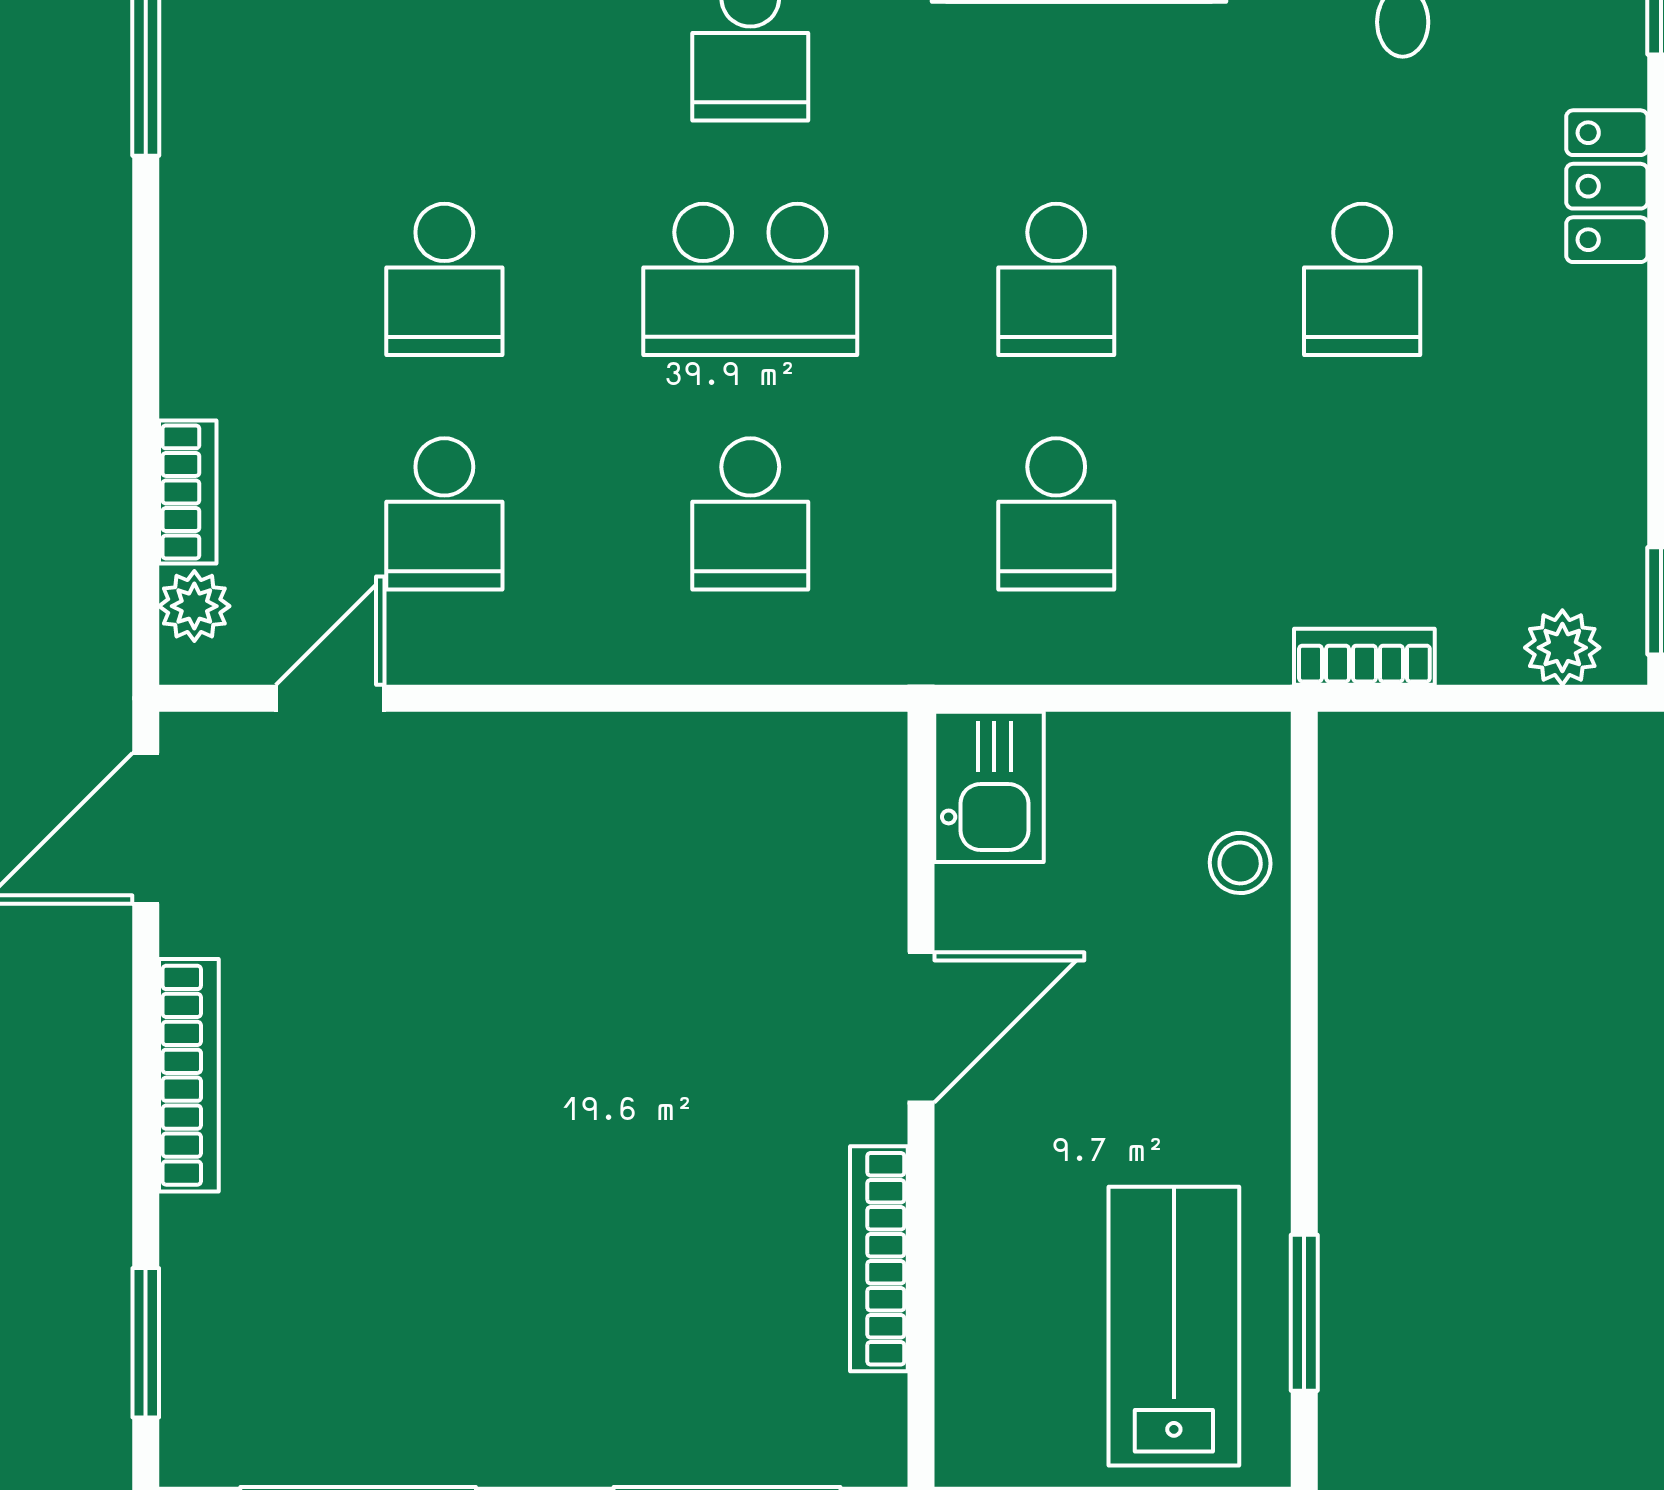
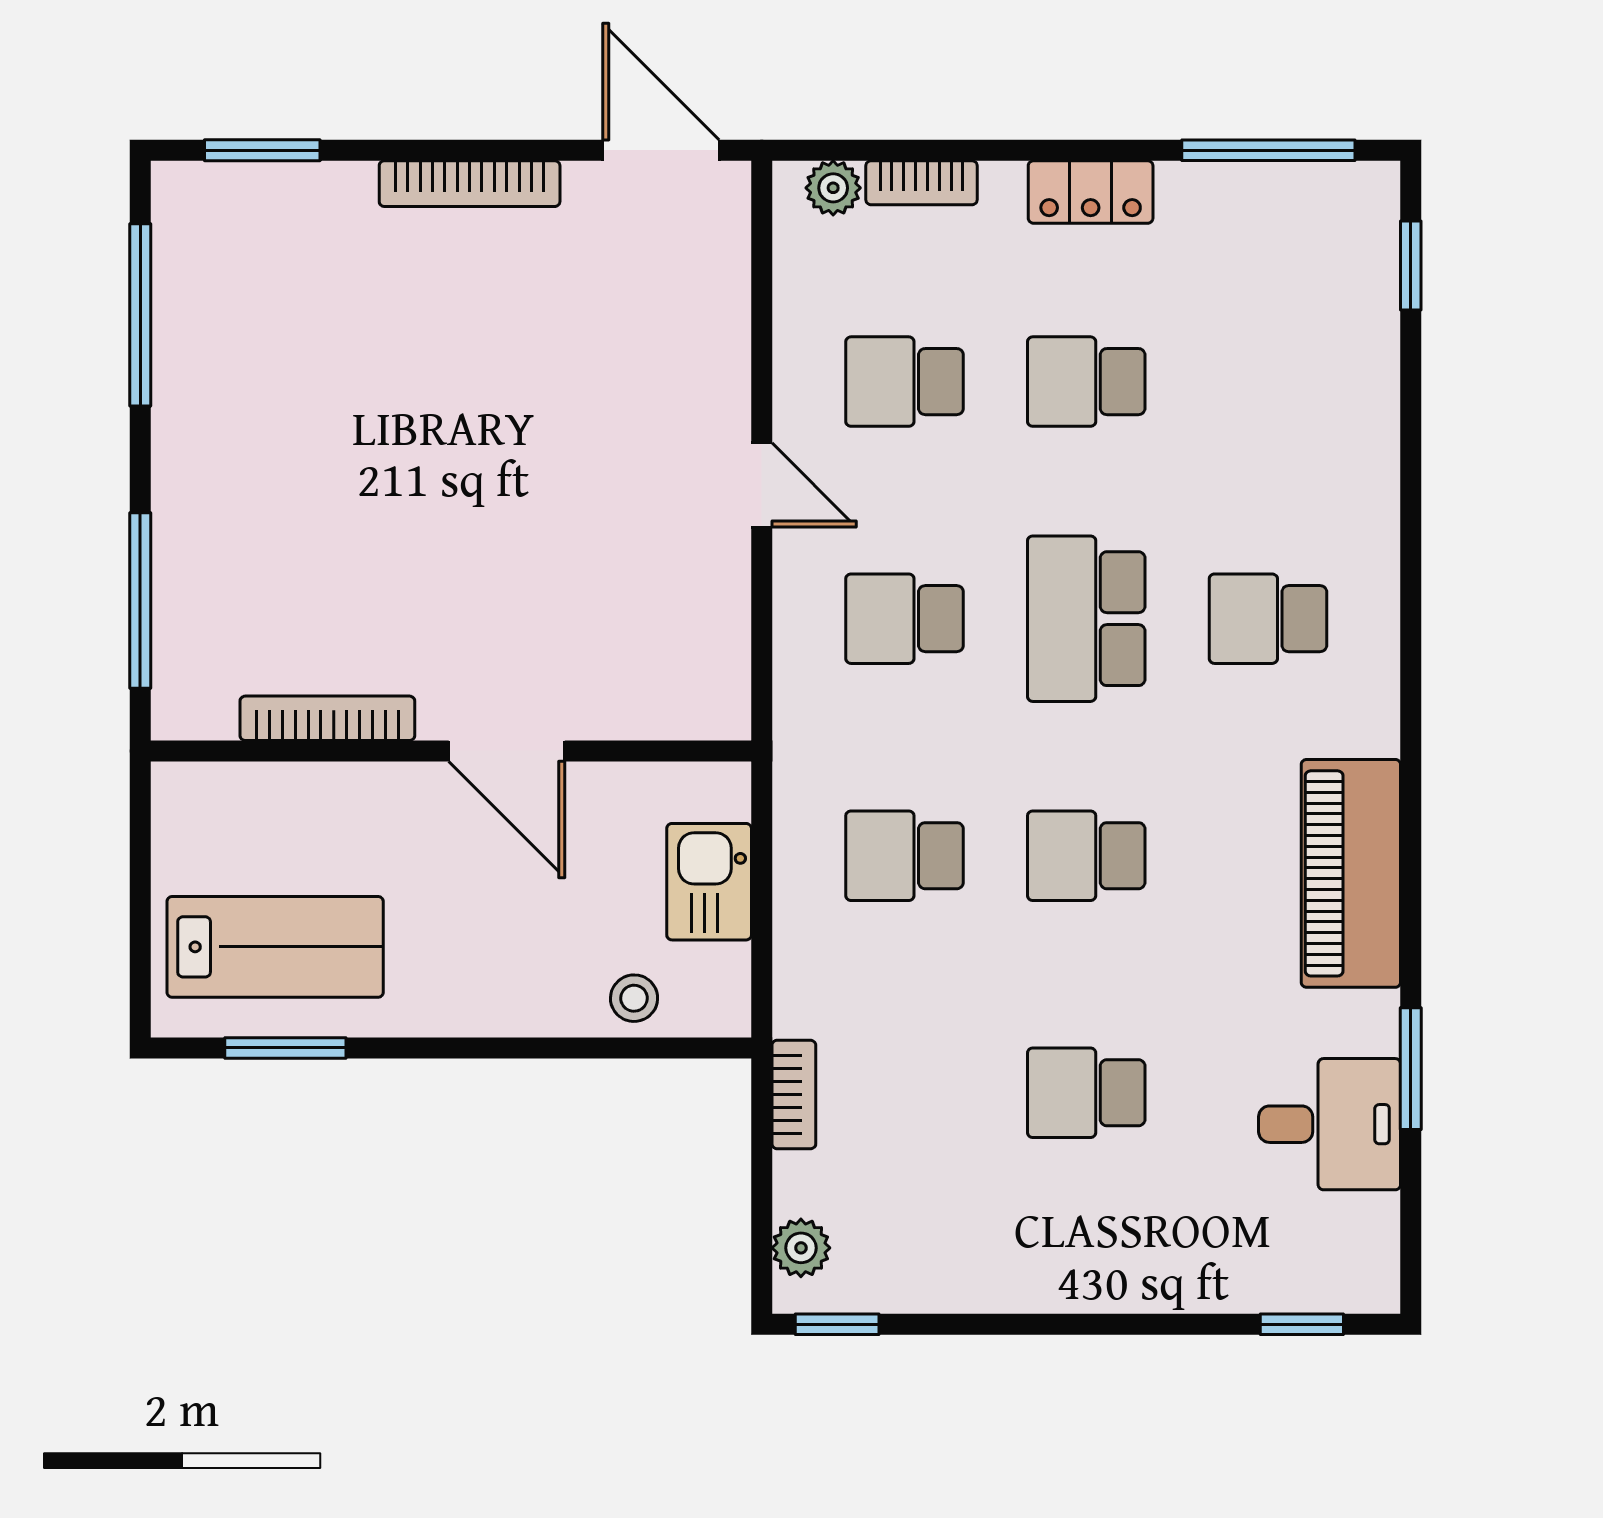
locker: (1607, 186) -> (1091, 192), moved, turned 180
door: (330, 698) -> (762, 485), moved
kitchen sink: (989, 787) -> (709, 882), moved, turned 90

